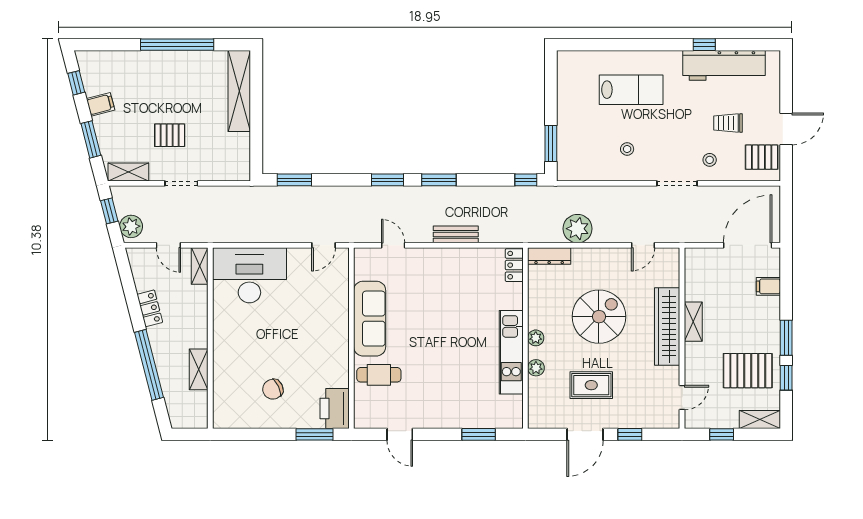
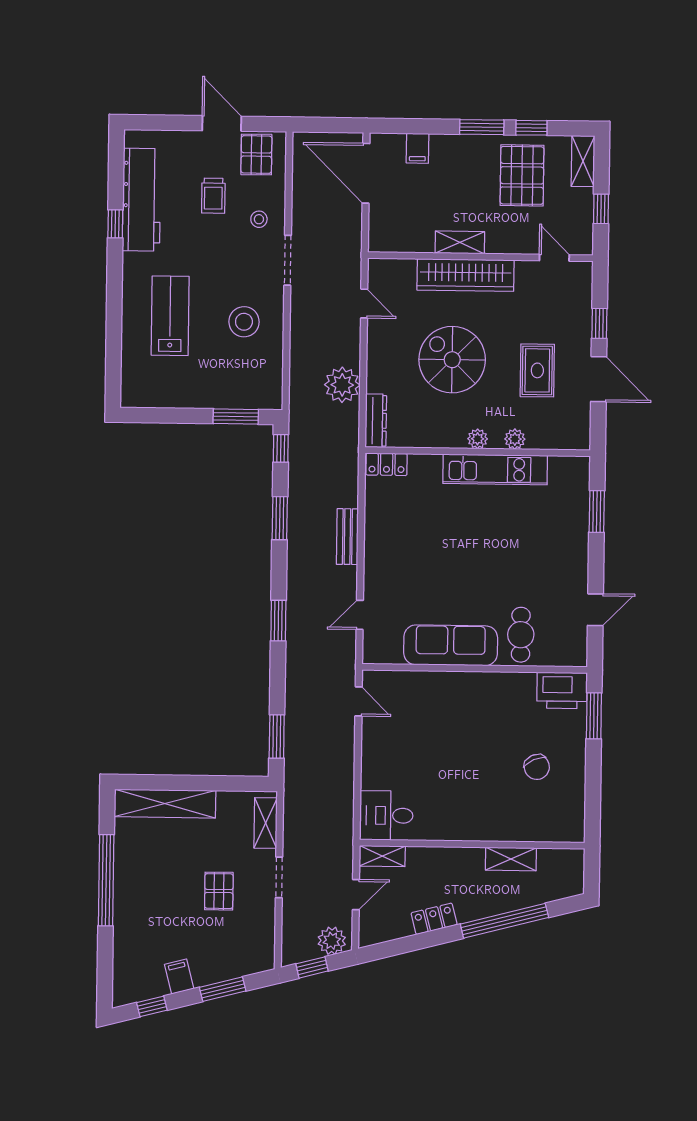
stool: (627, 149) -> (244, 322), width x1.89, depth x1.89
shelving: (128, 172) -> (266, 823), moved
window: (439, 180) -> (280, 518), moved
desk: (249, 275) -> (386, 815), width x0.53, depth x0.77

